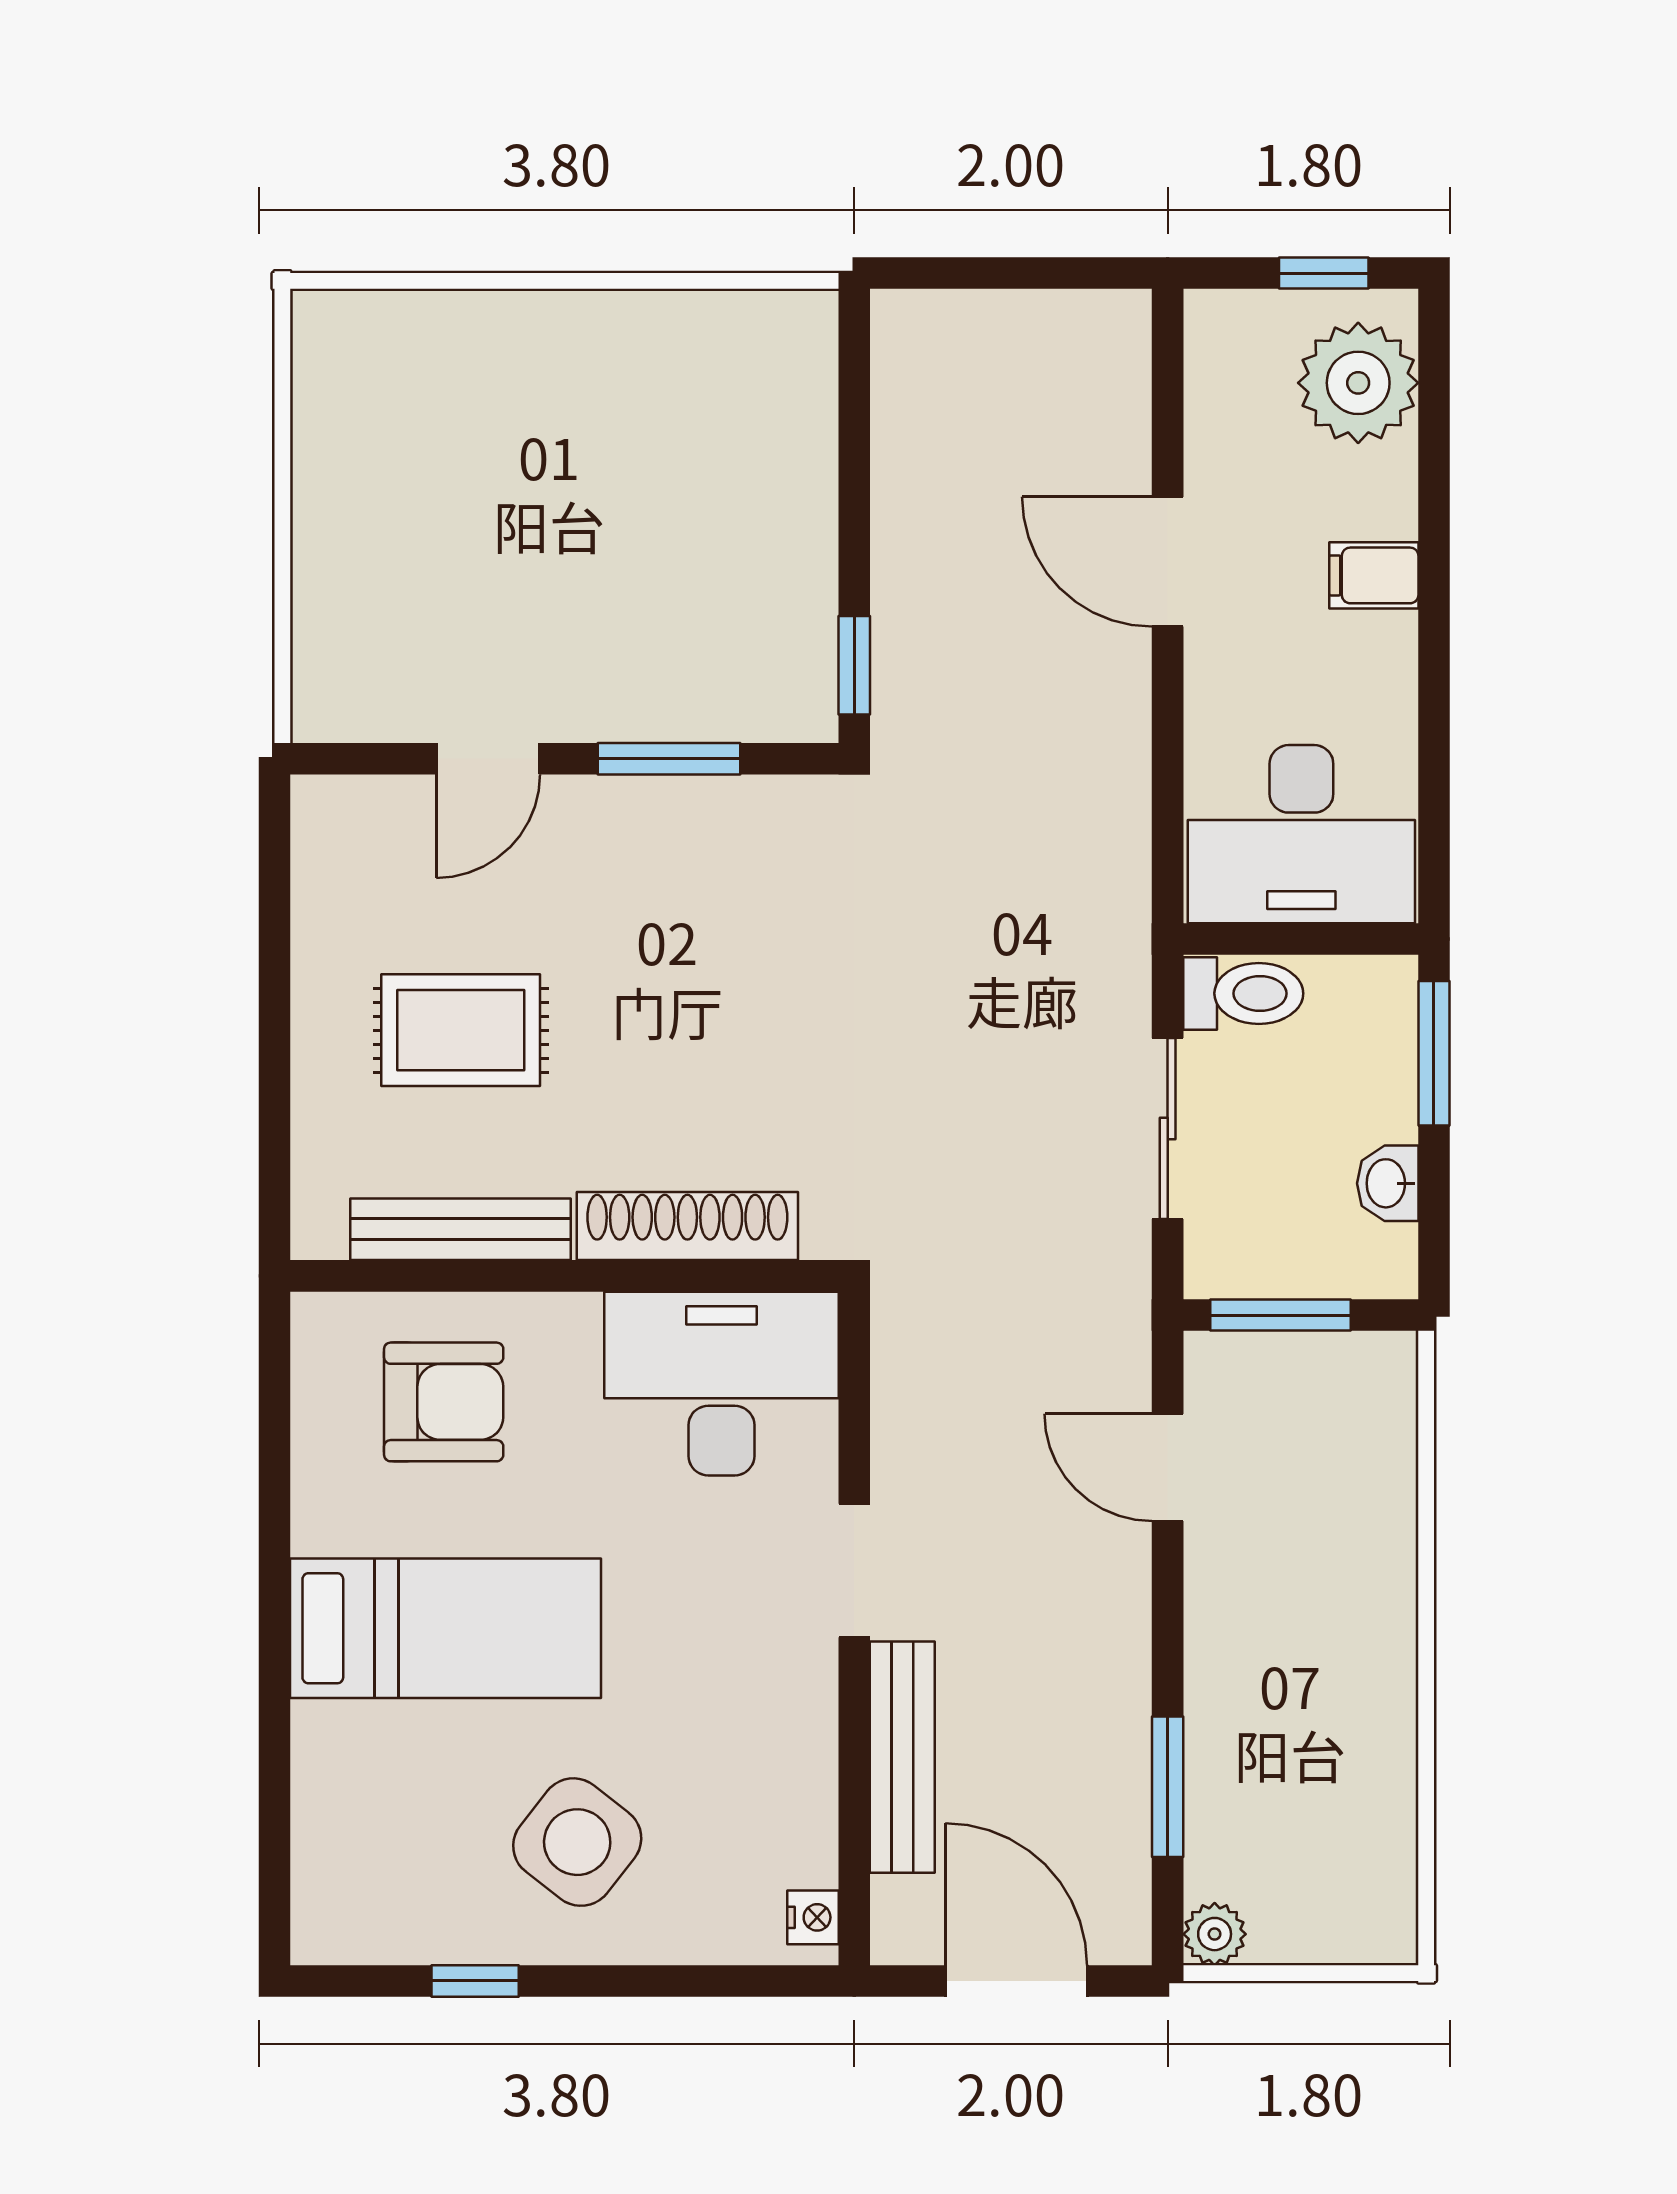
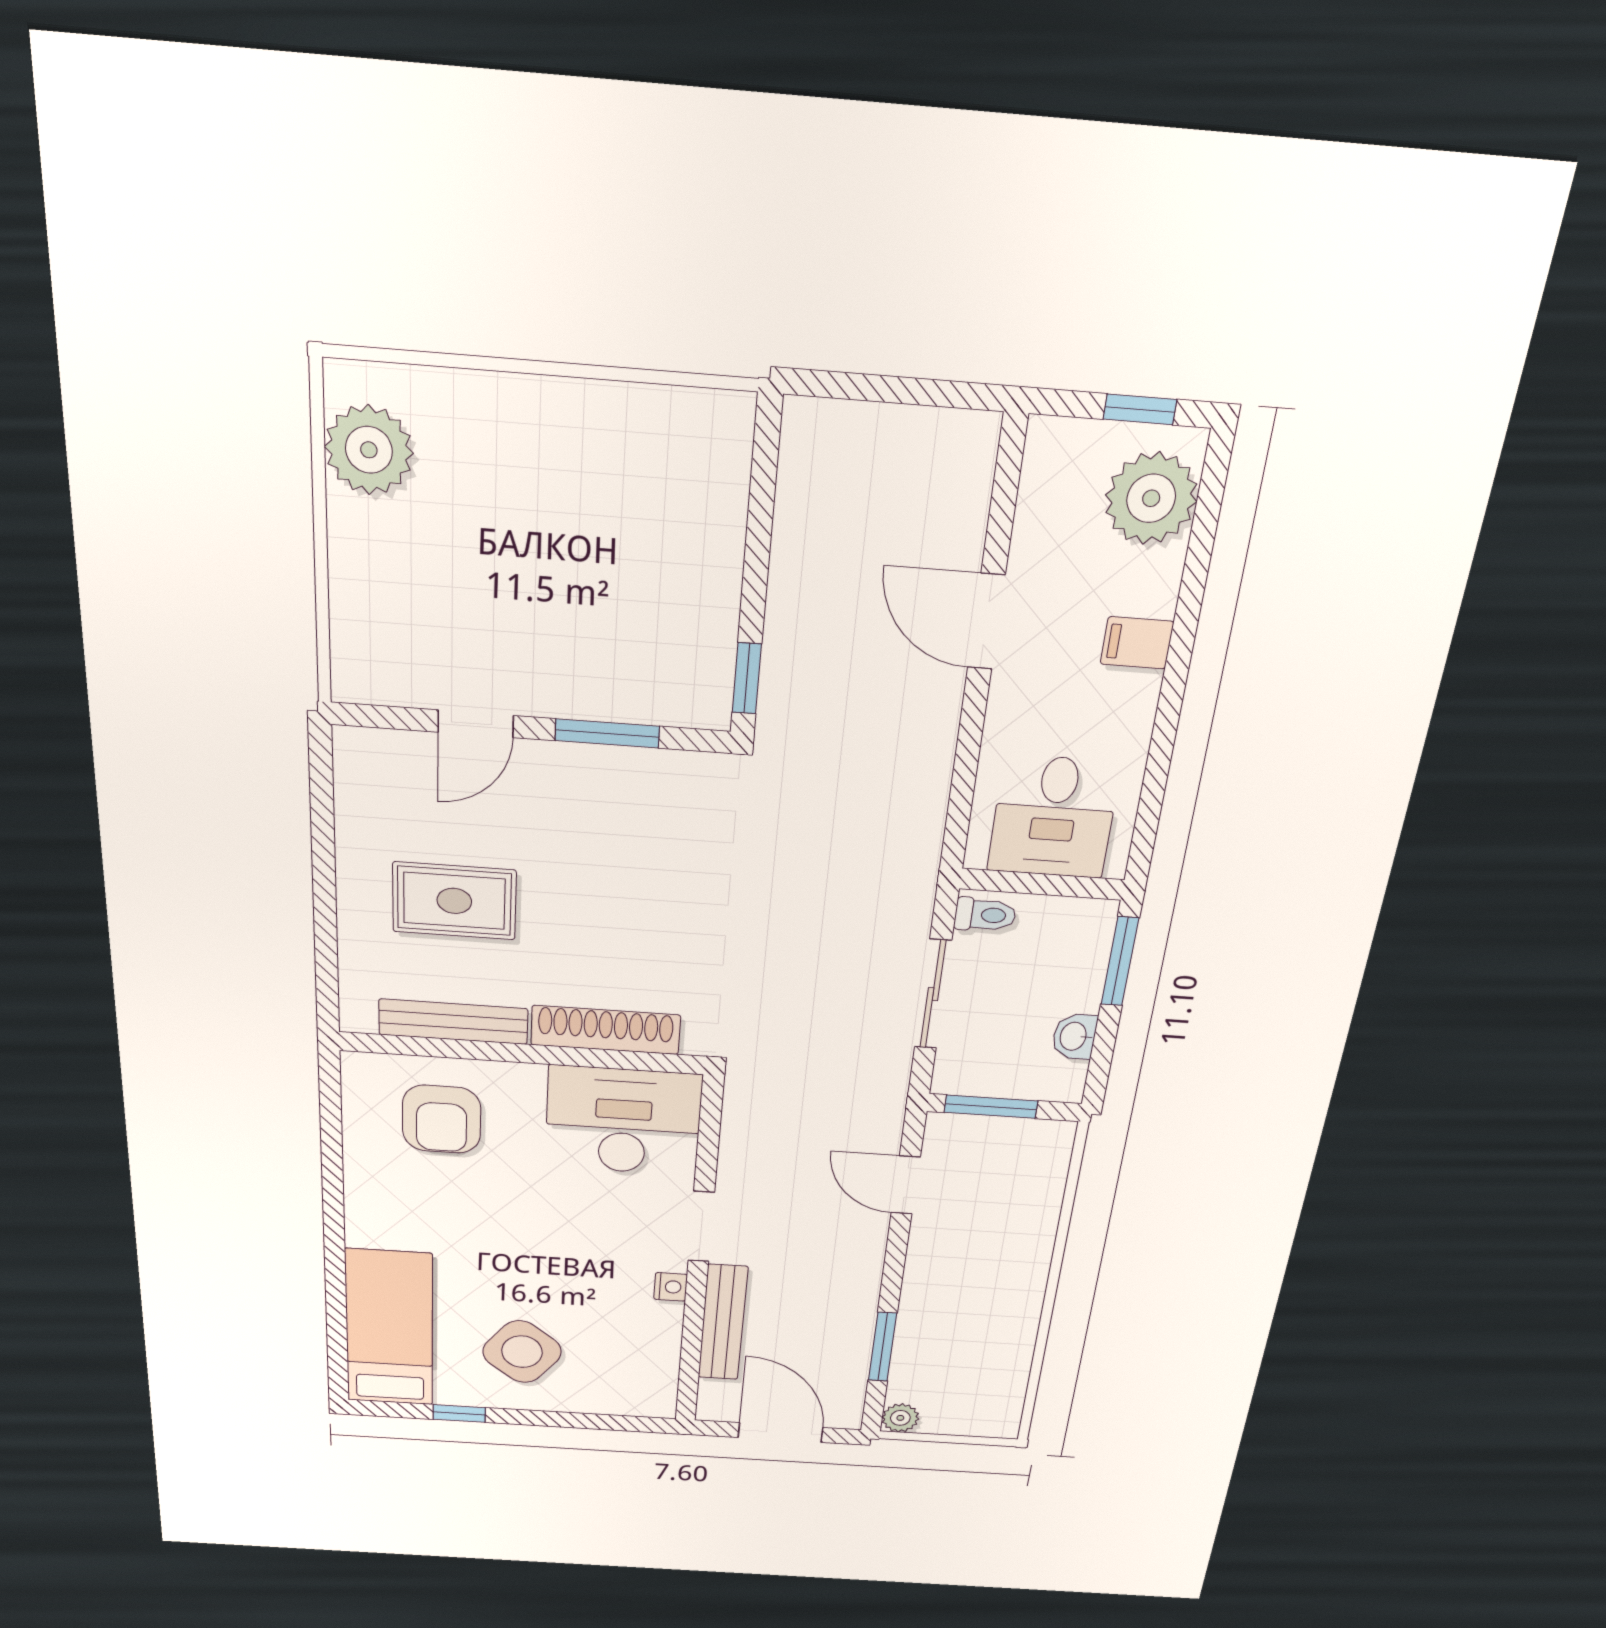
plant: (347, 399) -> (369, 450), added
desk: (1301, 834) -> (1054, 817), width x0.73
toilet: (1243, 993) -> (985, 915), width x0.73, depth x0.72
armchair: (444, 1402) -> (442, 1119), turned 90
bed: (446, 1628) -> (389, 1328), moved, turned -90
nightstand: (813, 1917) -> (671, 1287), moved

